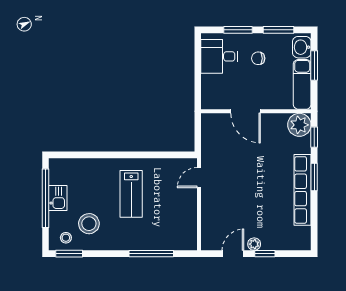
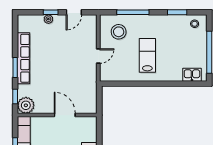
door: (199, 178) -> (98, 56), moved
kitchen sink: (58, 198) -> (192, 75), moved, turned 90
stool: (89, 224) -> (119, 32), moved
plant: (254, 244) -> (48, 19), moved
window: (69, 254) -> (177, 12), moved

